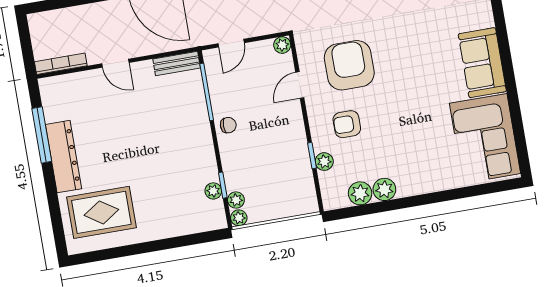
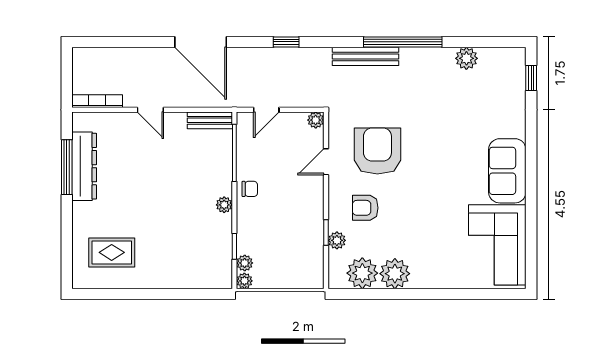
dresser: (63, 157) -> (84, 166), moved
plant: (384, 189) -> (395, 274), width x1.36, depth x1.36
plant: (213, 191) -> (224, 205), moved
plant: (360, 193) -> (362, 273), width x1.36, depth x1.36
rug: (101, 212) -> (112, 252), width x0.73, depth x0.70

